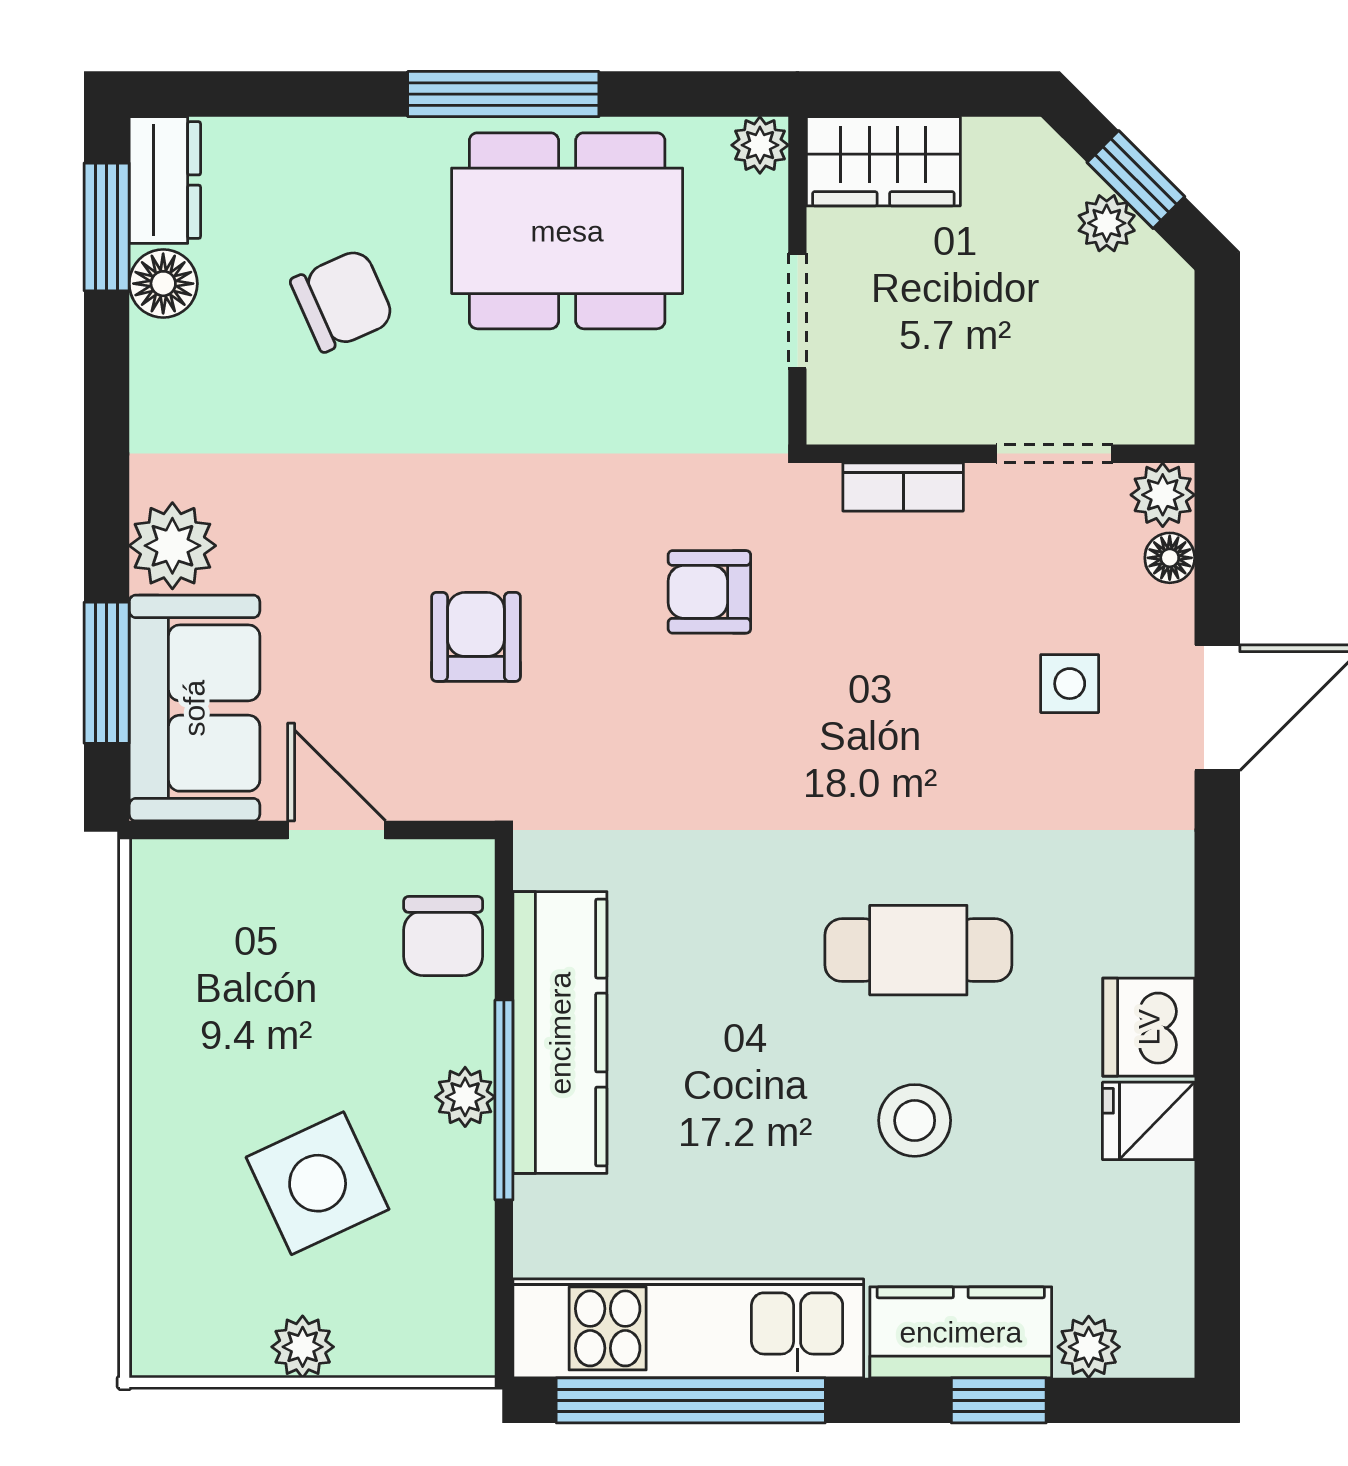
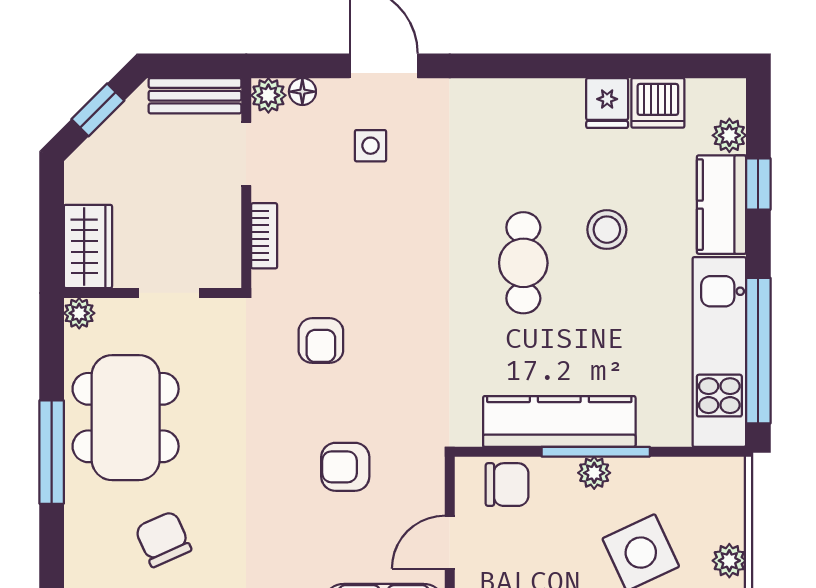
plant: (1107, 223) -> (121, 126), removed
bench: (1162, 359) -> (195, 96), added
cafe table: (918, 950) -> (523, 263), moved
dishwasher: (1149, 1027) -> (658, 103), moved

